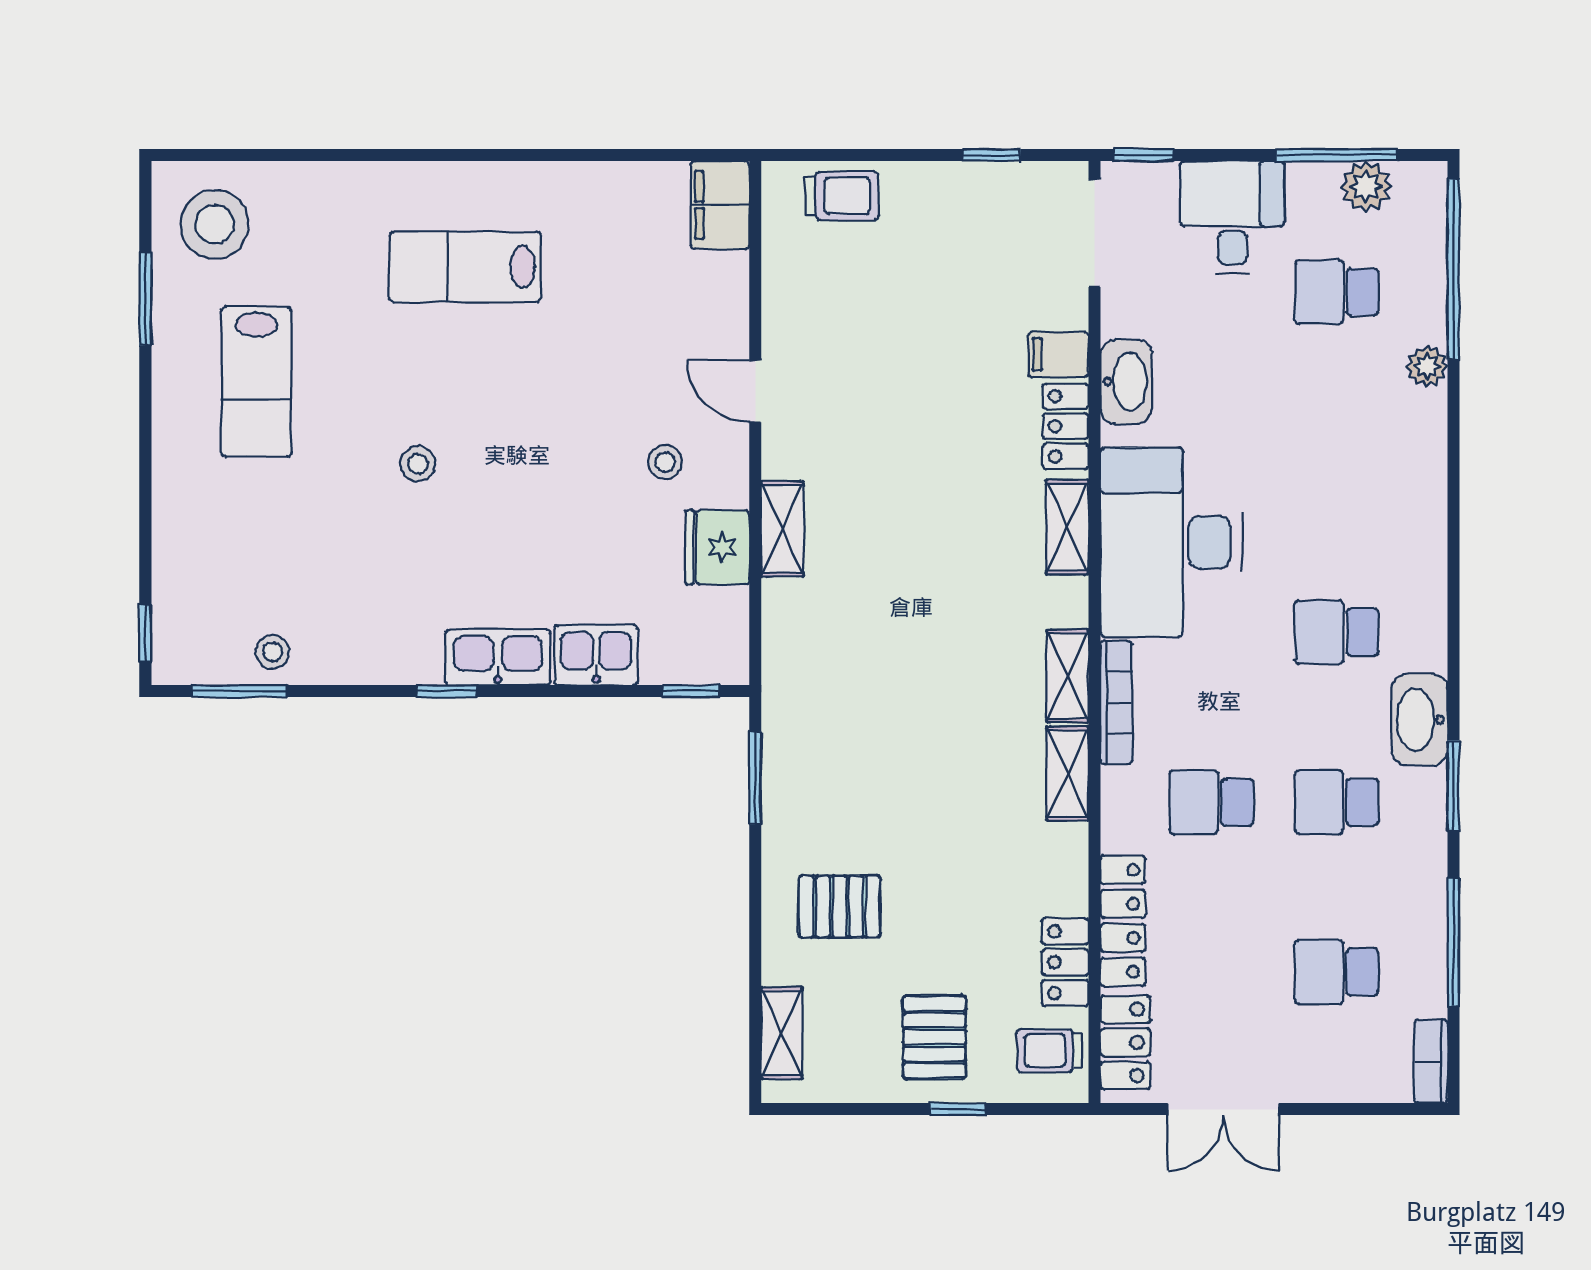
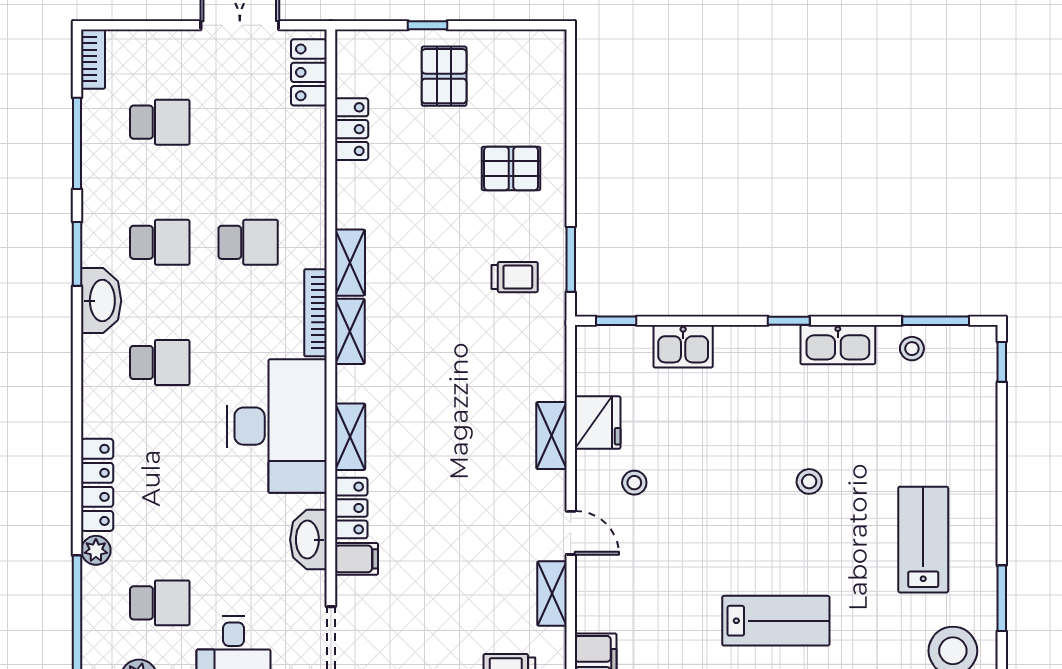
kitchen sink: (498, 657) -> (838, 345), moved
locker: (1123, 921) -> (97, 485), moved, turned 180
shelving: (782, 1033) -> (552, 594), moved
trolley: (1050, 1051) -> (515, 277), moved

